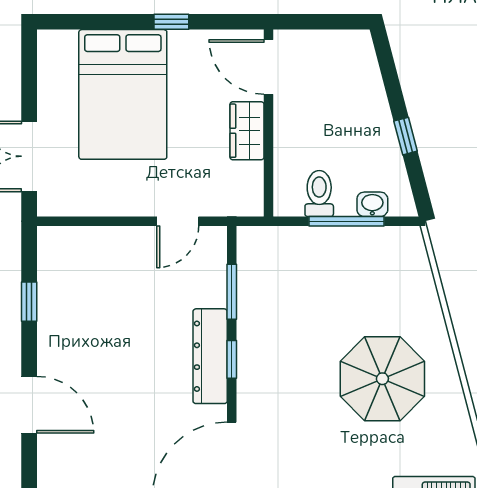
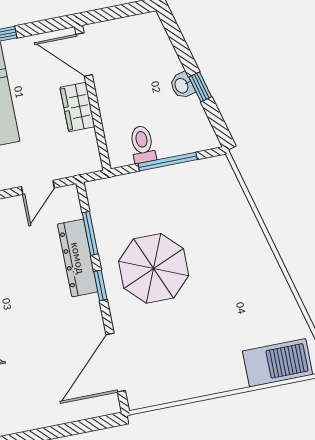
washbasin: (372, 204) -> (182, 85), moved, turned -105
dresser: (210, 356) -> (78, 258), moved
parasol: (382, 379) -> (154, 268), moved

